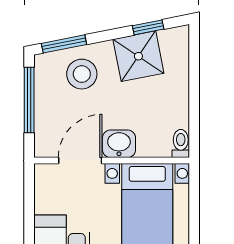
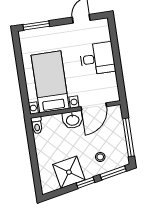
window: (148, 27) -> (85, 183), moved
stool: (82, 74) -> (100, 157), width x0.53, depth x0.53

